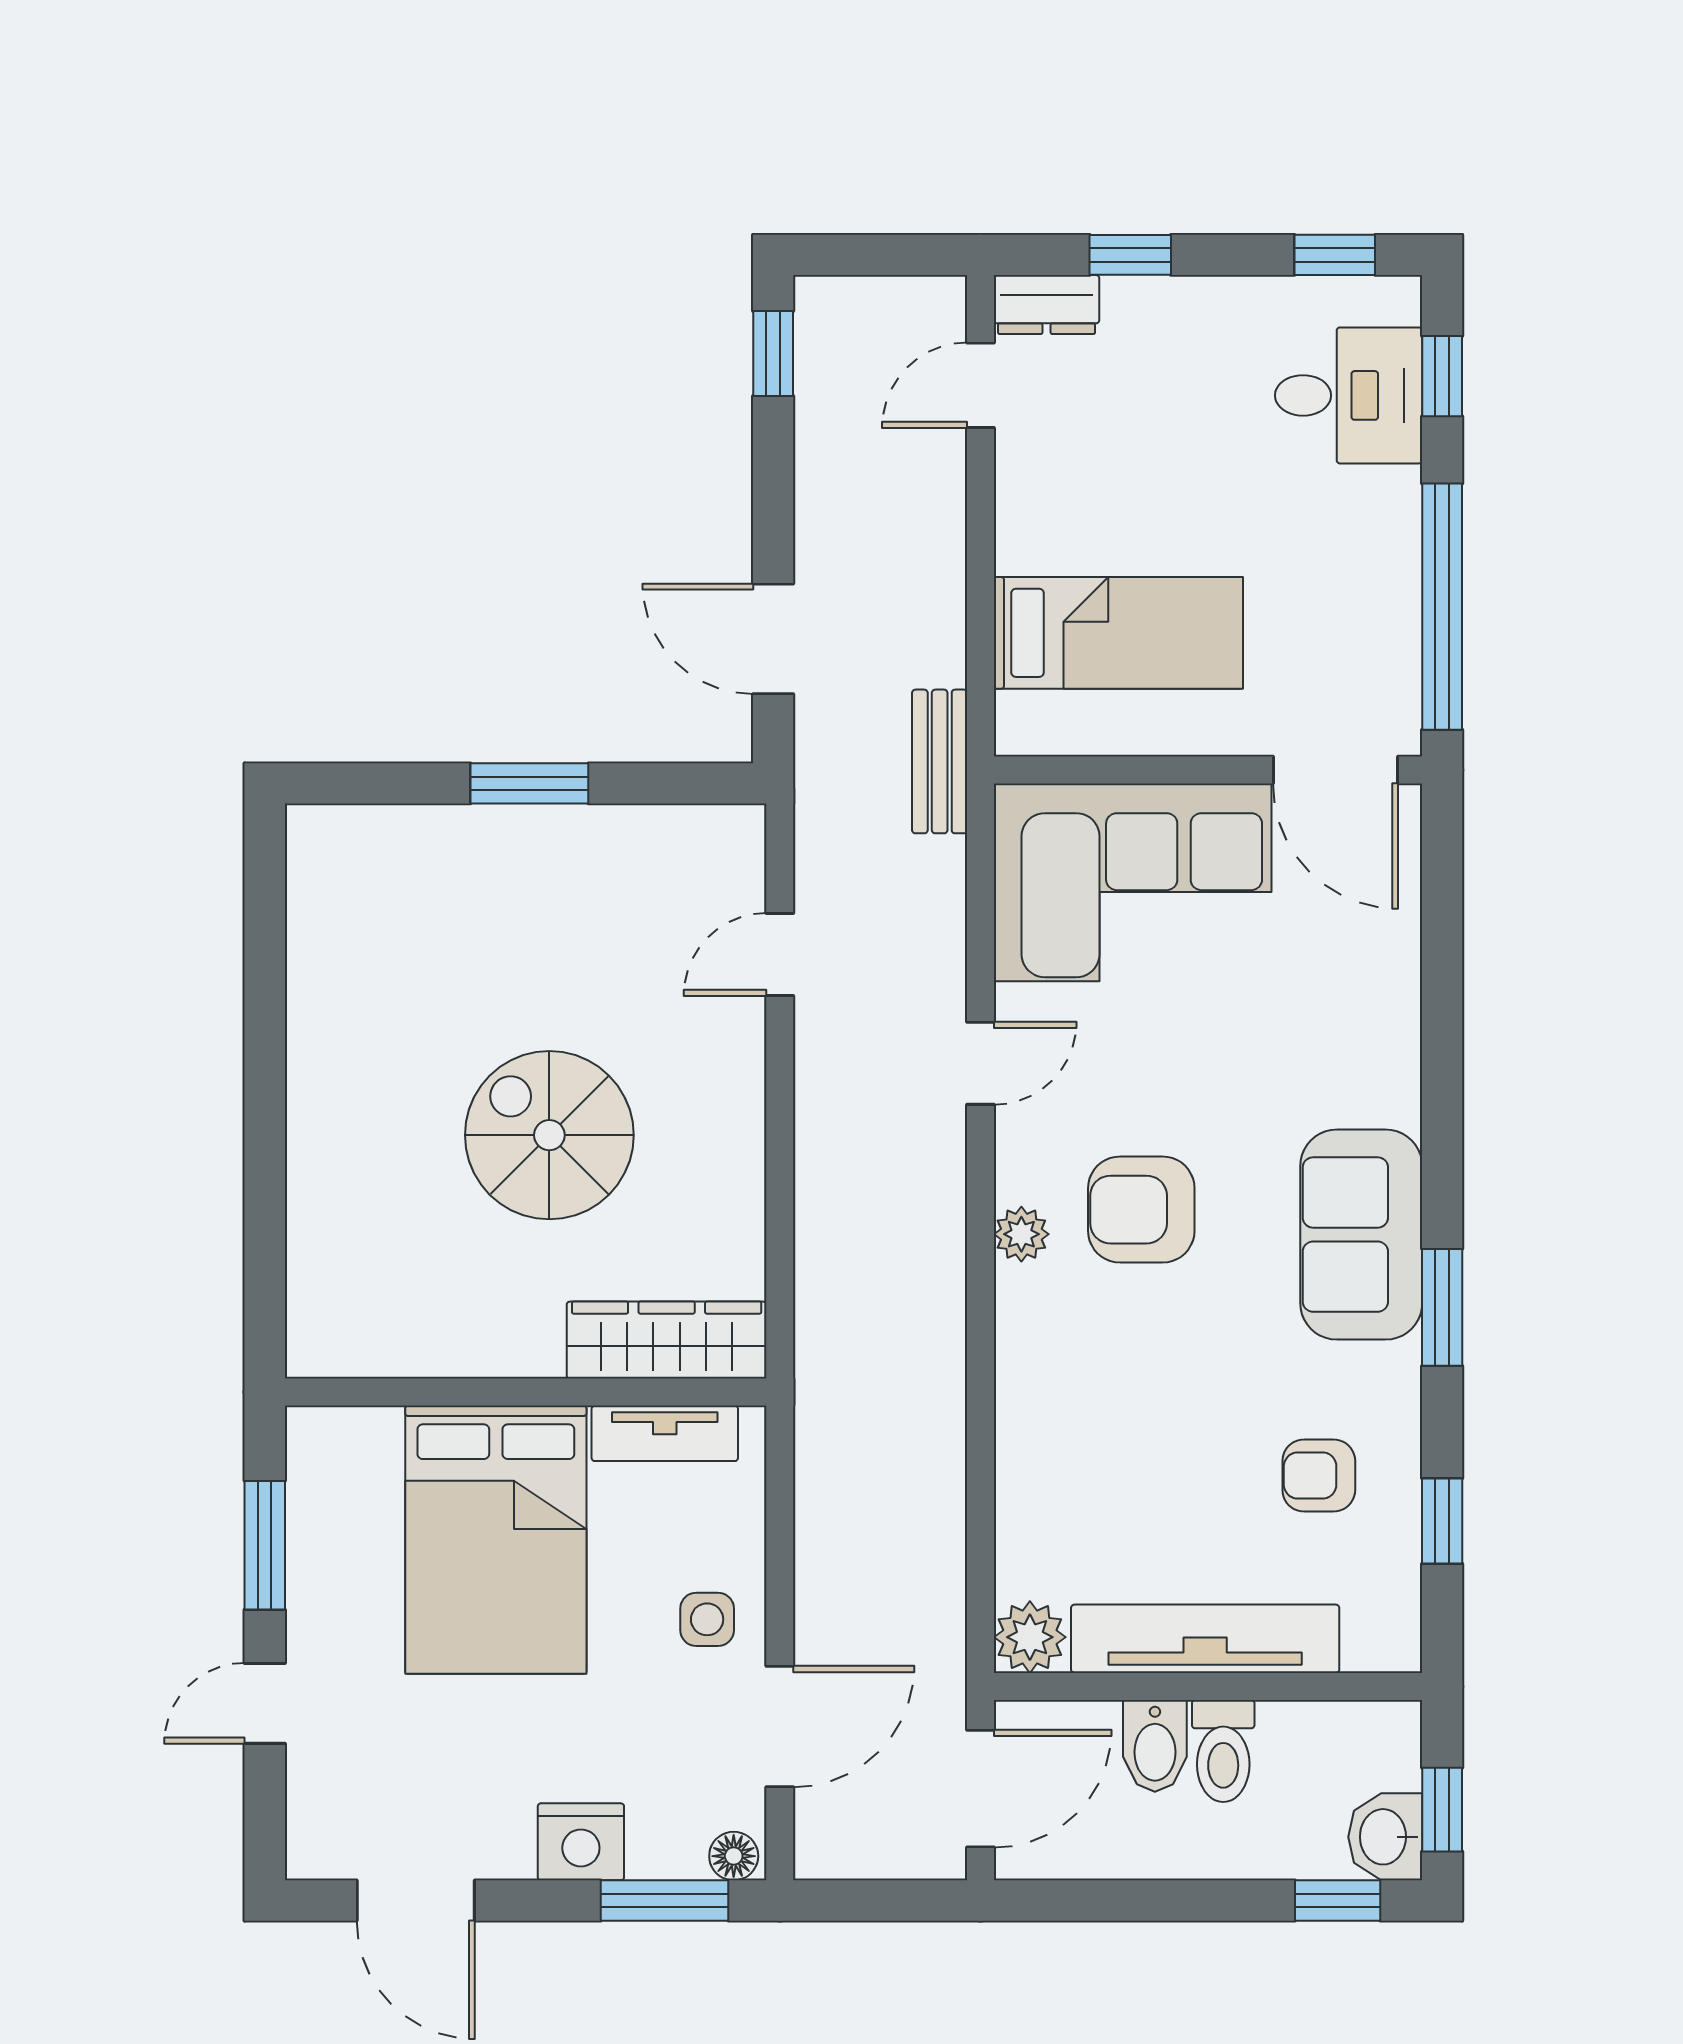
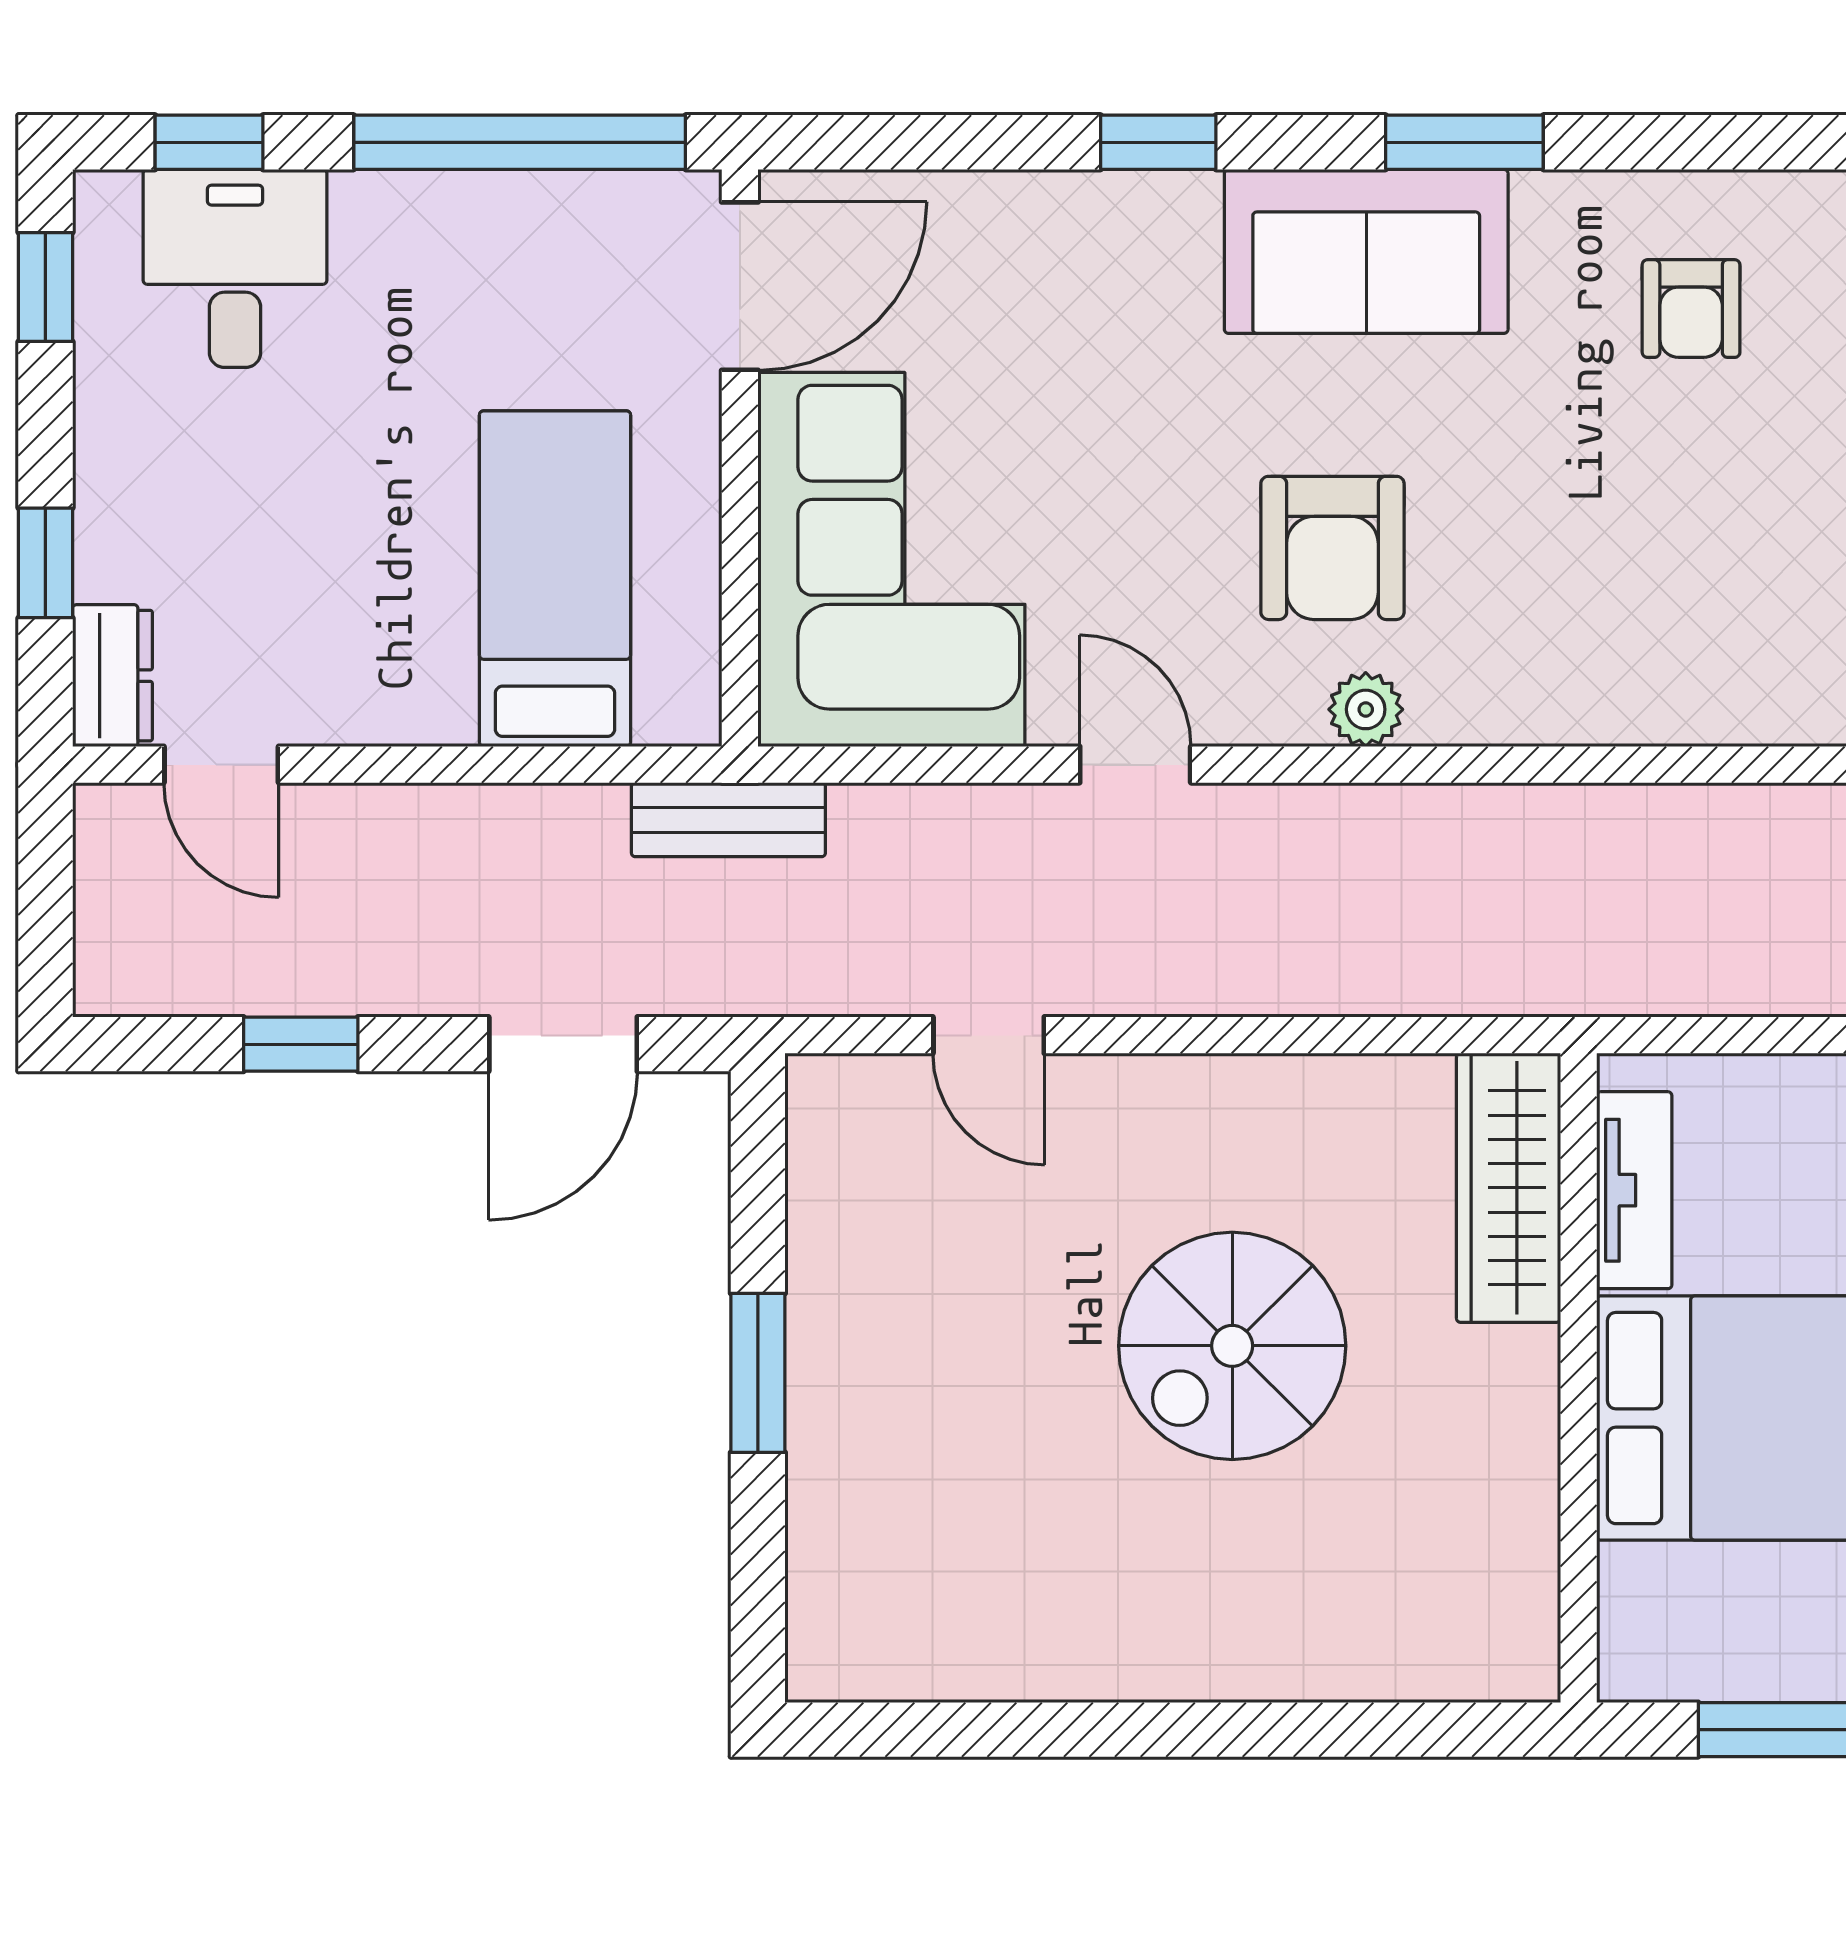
window: (773, 354) -> (301, 1044), moved
window: (1442, 1521) -> (1158, 142), moved

